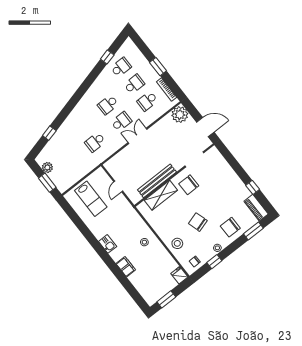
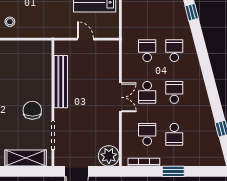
school desk: (121, 67) -> (174, 51), moved, turned 180
shelving: (161, 195) -> (26, 158), moved, turned 90

